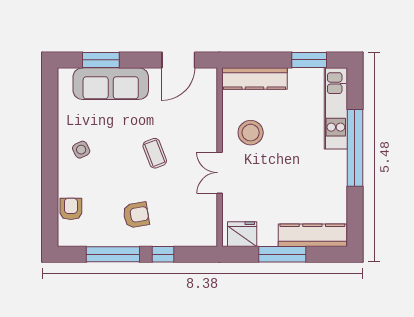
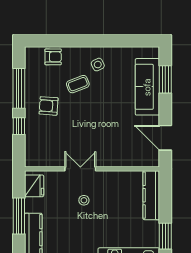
stool: (251, 133) -> (84, 200), moved, width x0.53, depth x0.53
coffee table: (155, 153) -> (78, 84), moved
armchair: (136, 215) -> (49, 106), turned 103

